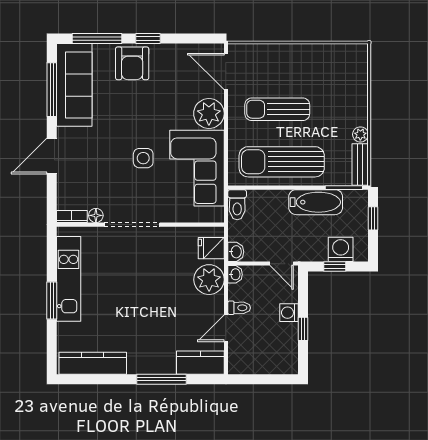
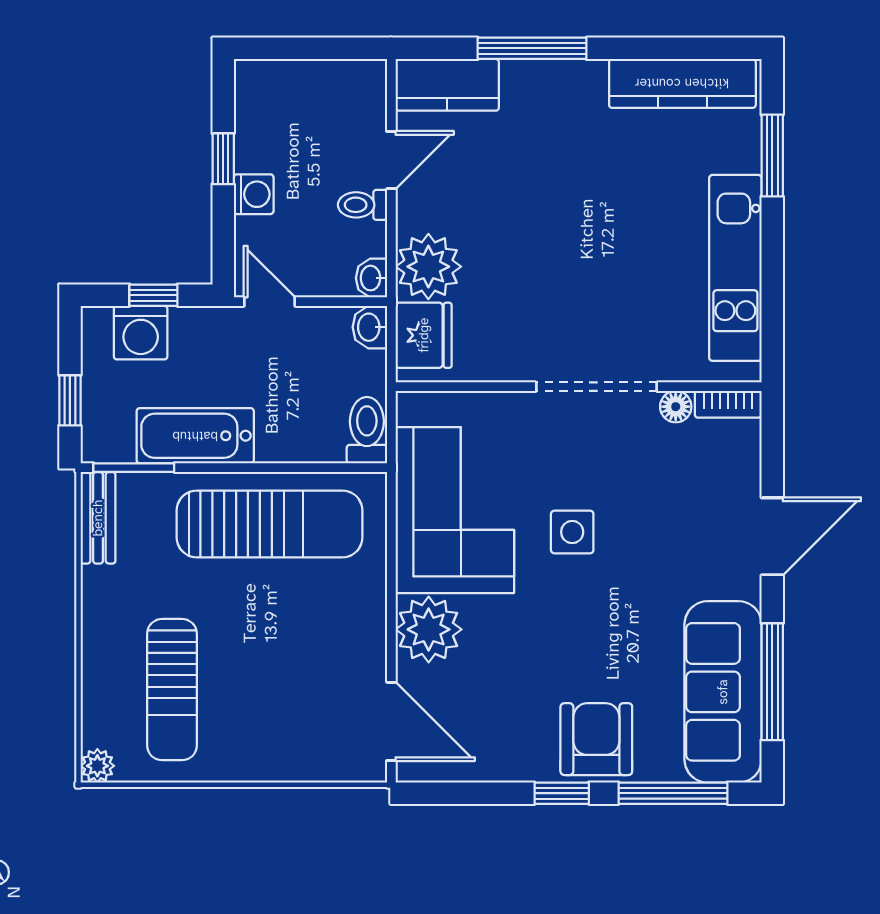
sun lounger: (277, 109) -> (172, 690), moved, turned 90
plant: (360, 134) -> (97, 766), moved
fridge: (211, 248) -> (424, 335), width x1.38
window: (52, 301) -> (772, 156), moved

